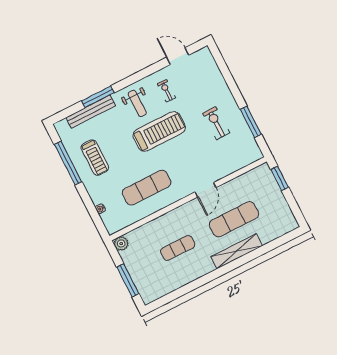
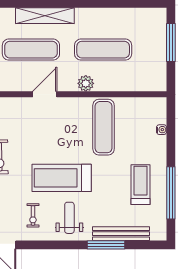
exercise mat: (147, 188) -> (104, 127), turned 90
plant: (121, 244) -> (86, 83), moved
exercise mat: (178, 248) -> (103, 50), width x1.36, depth x1.45

